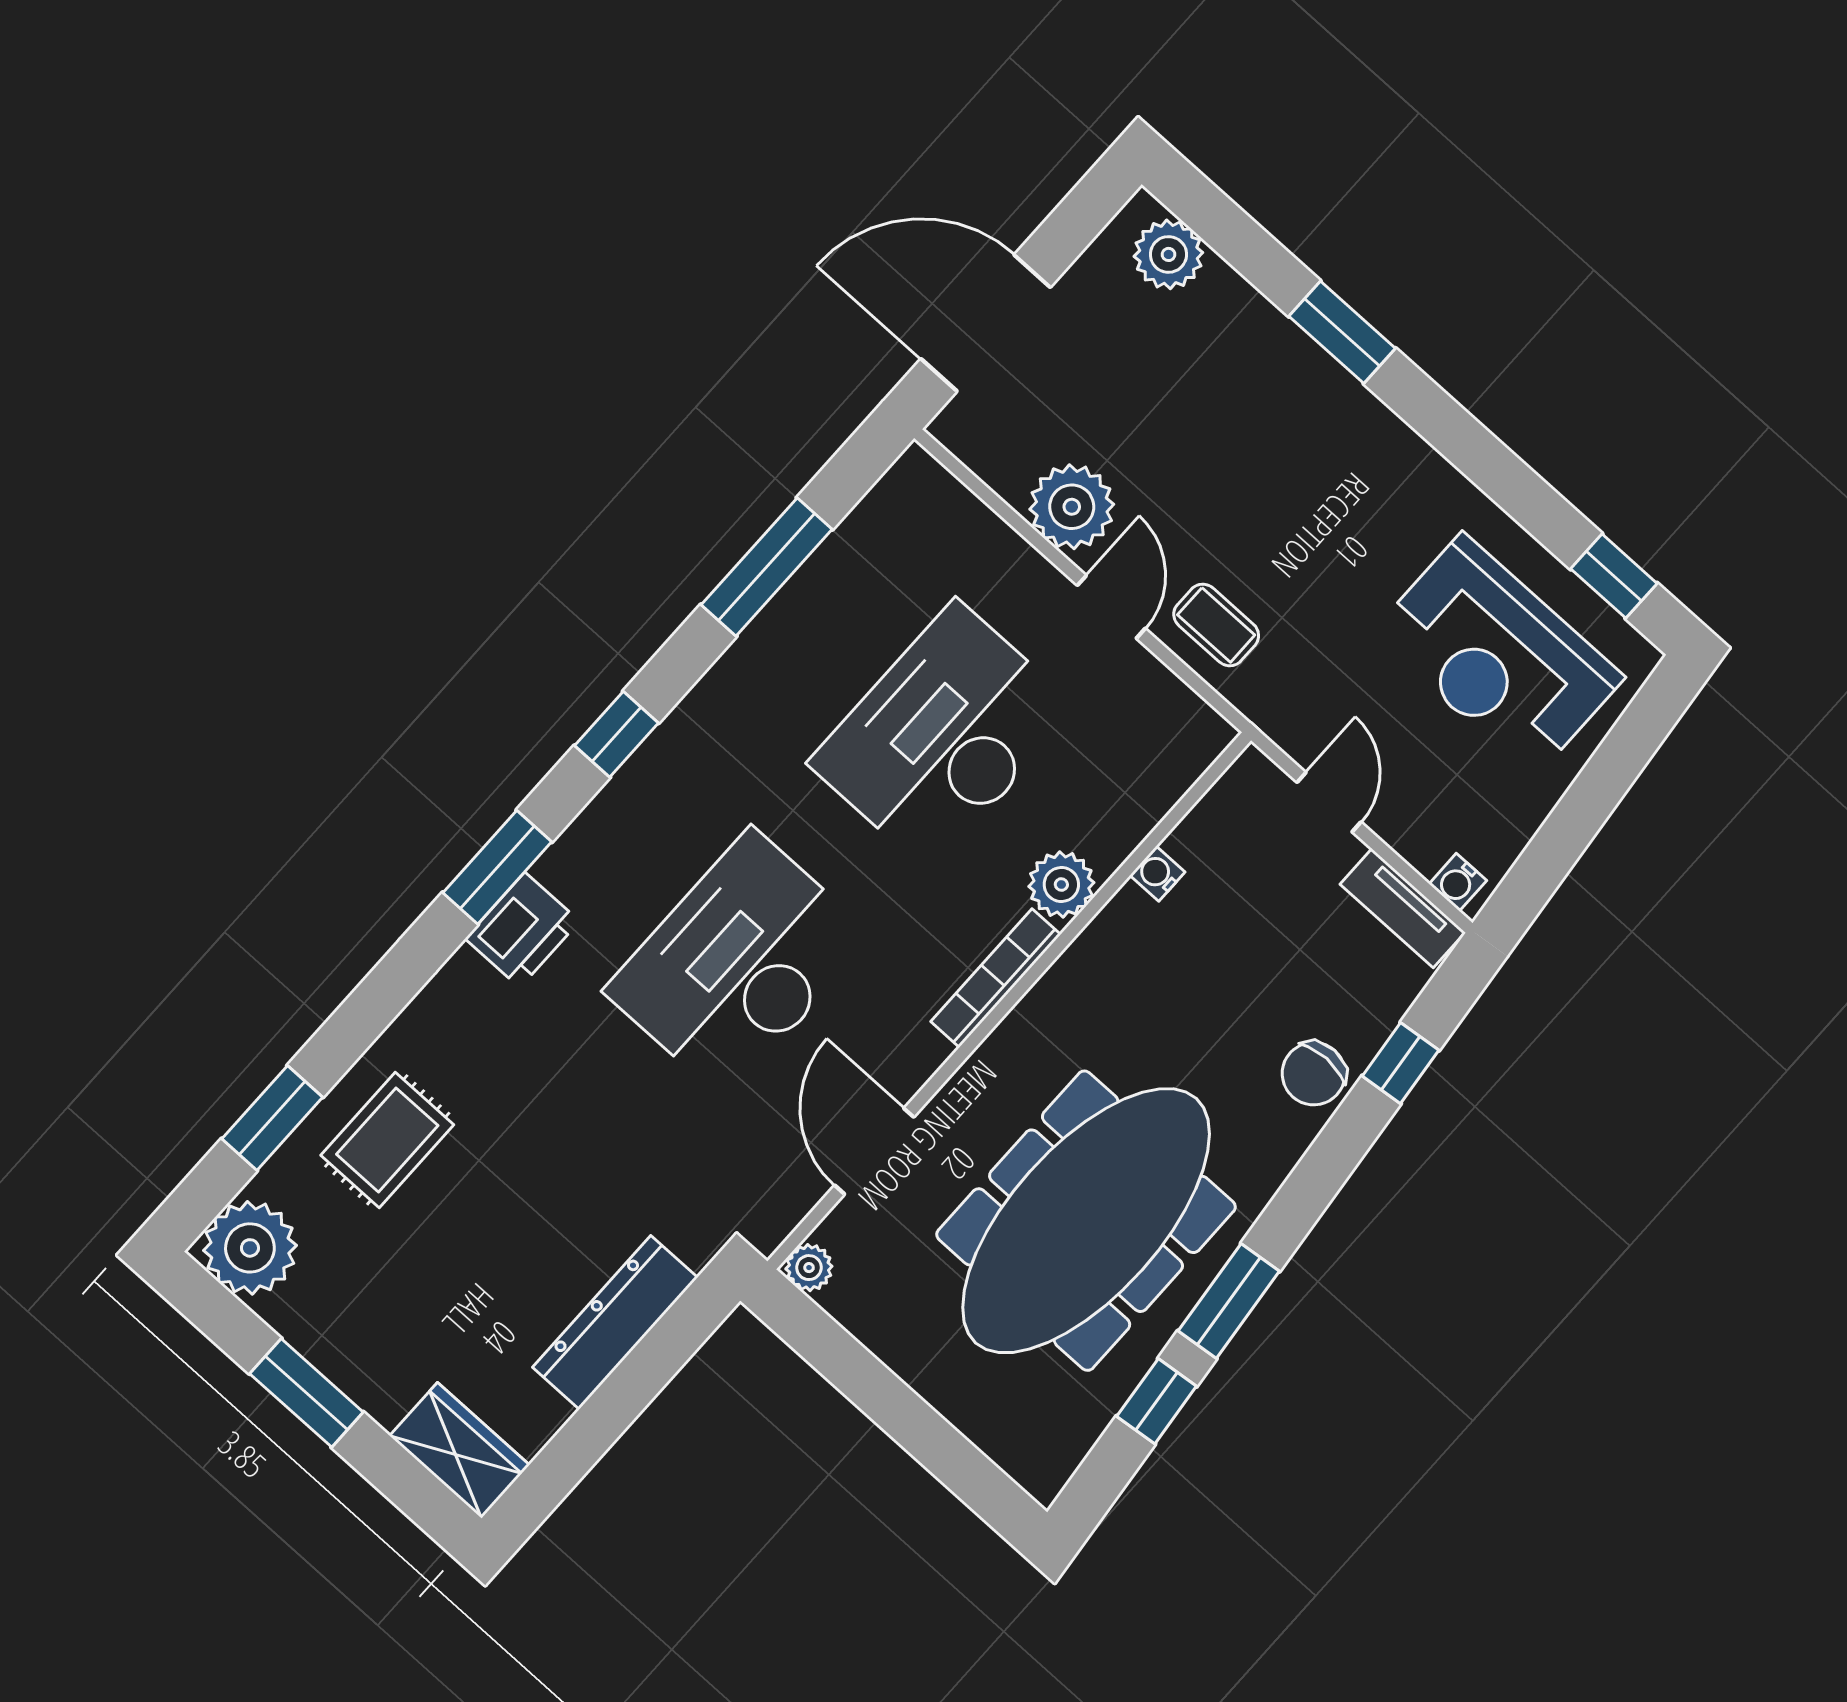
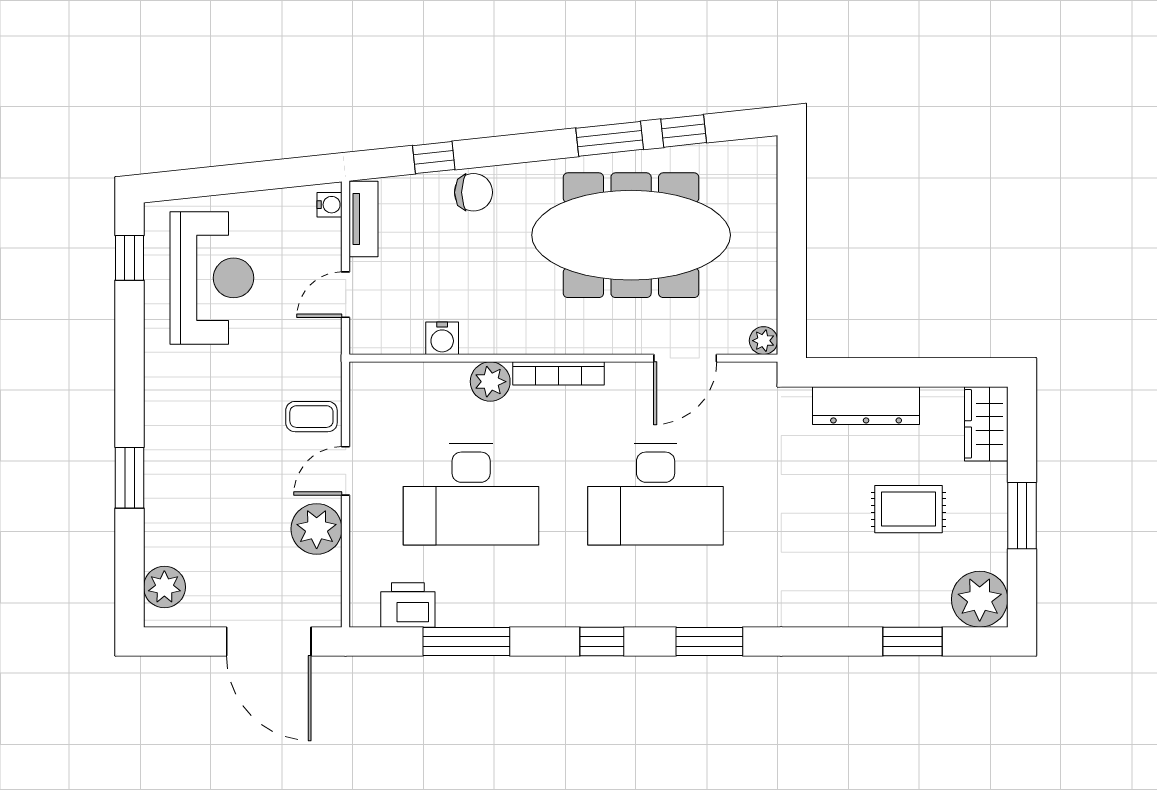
coffee table: (1216, 625) -> (311, 417), turned 90
water cooler: (1157, 874) -> (442, 338), width x1.38, depth x1.38
printer: (522, 930) -> (408, 605), moved
rug: (387, 1140) -> (908, 509), moved

